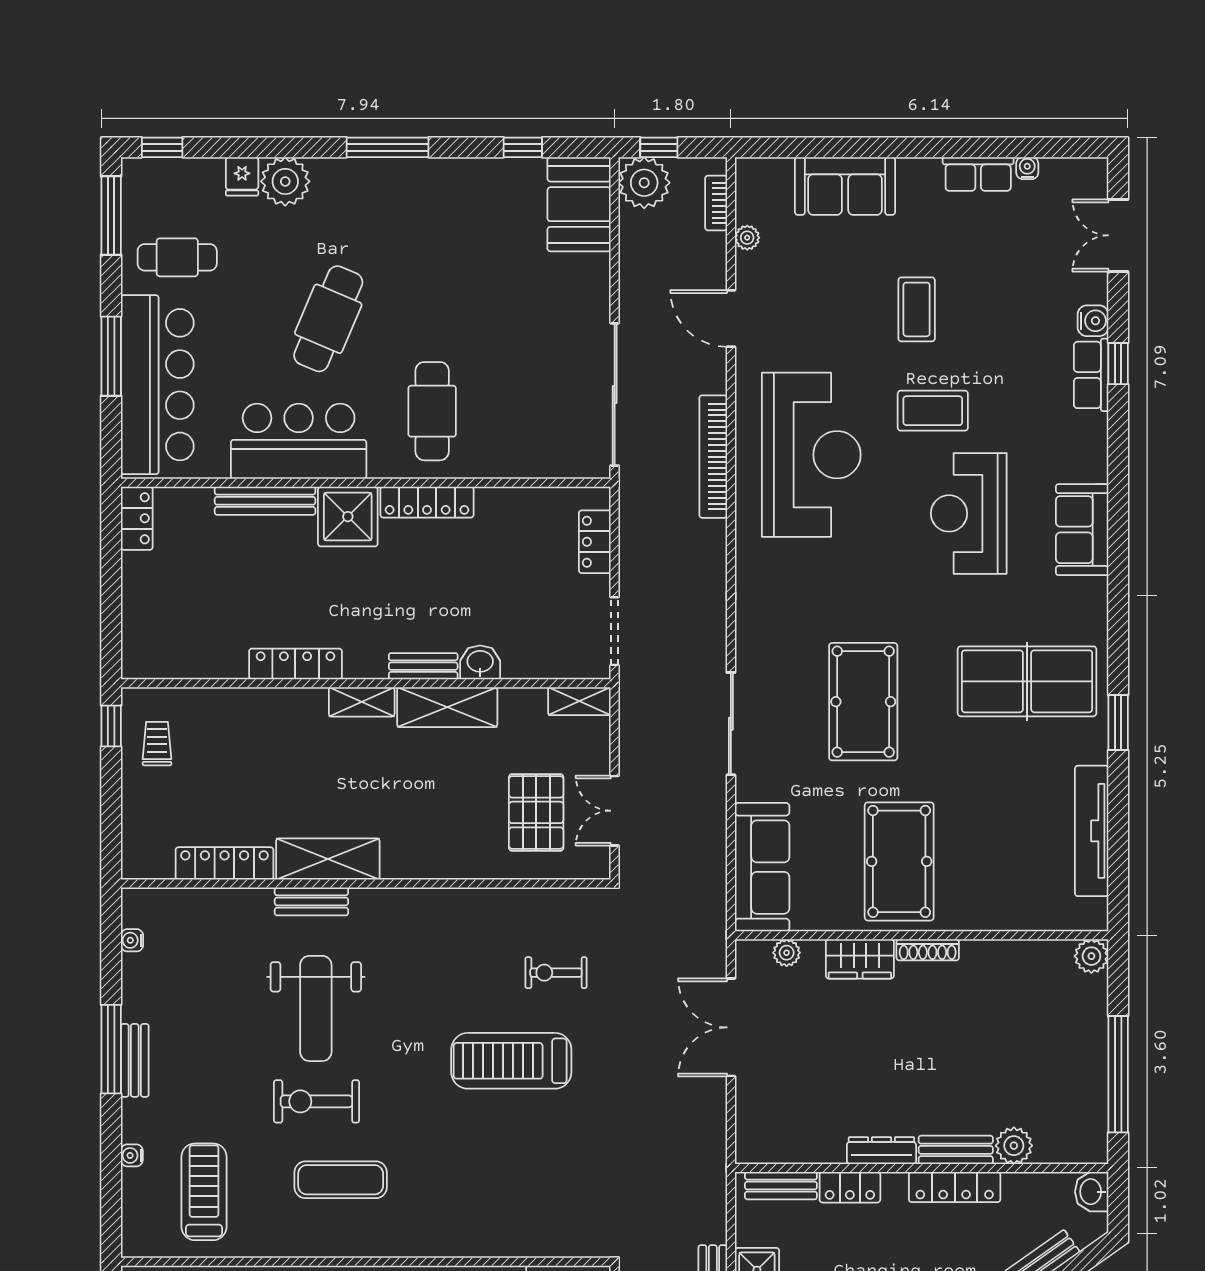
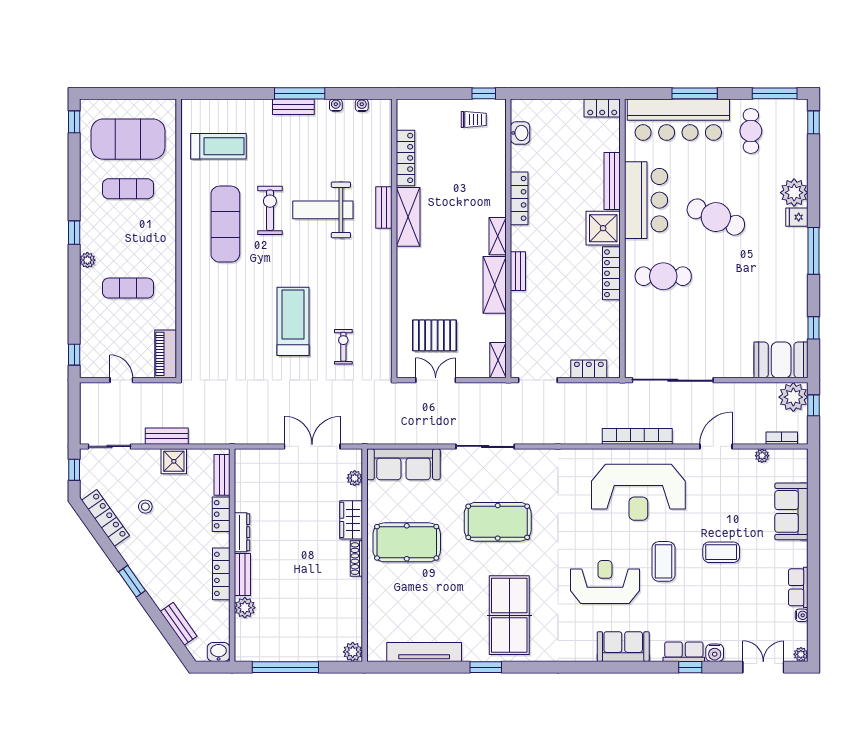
plant: (1096, 170) -> (801, 654), added
fridge: (242, 176) -> (797, 217), moved
sofa: (1082, 530) -> (623, 647), moved
washbasin: (480, 662) -> (520, 133), moved
water cooler: (132, 1155) -> (336, 105), moved
exercise mat: (341, 1180) -> (225, 224), width x1.36, depth x1.45

